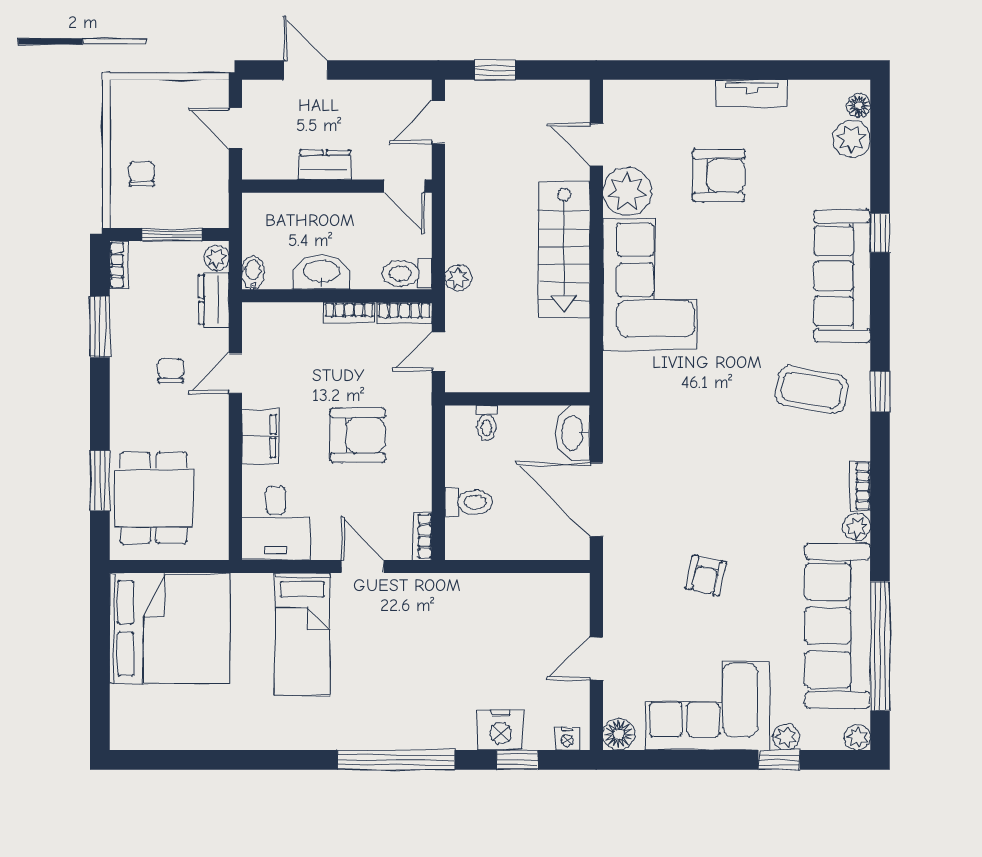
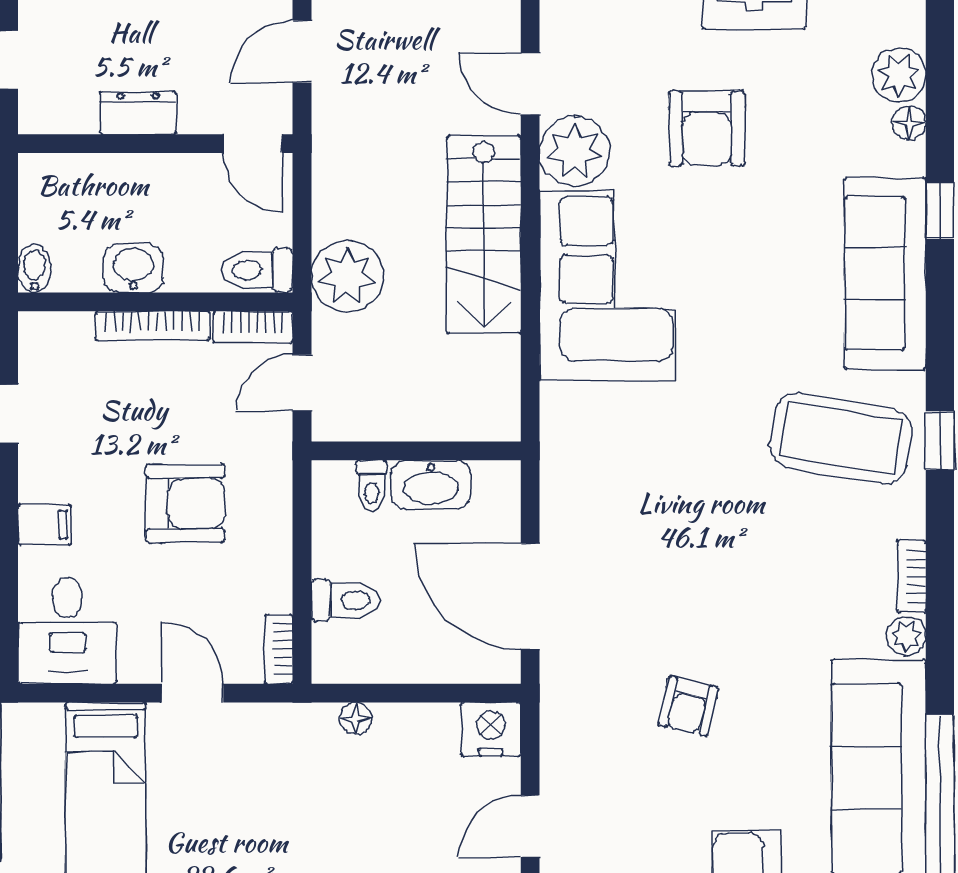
floor lamp: (859, 106) -> (909, 123), moved
armchair: (719, 176) -> (707, 128), turned 90
washbasin: (322, 272) -> (133, 268), width x0.72
plant: (458, 278) -> (347, 276), width x1.88, depth x1.88
bookcase: (349, 312) -> (152, 326), width x1.56
coffee table: (812, 390) -> (841, 438), width x1.36, depth x1.32
washbasin: (573, 433) -> (431, 485), moved, turned -90
filing cabinet: (260, 436) -> (45, 525), width x0.50
floor lamp: (475, 584) -> (355, 718), added
nightstand: (569, 592) -> (491, 729), added

